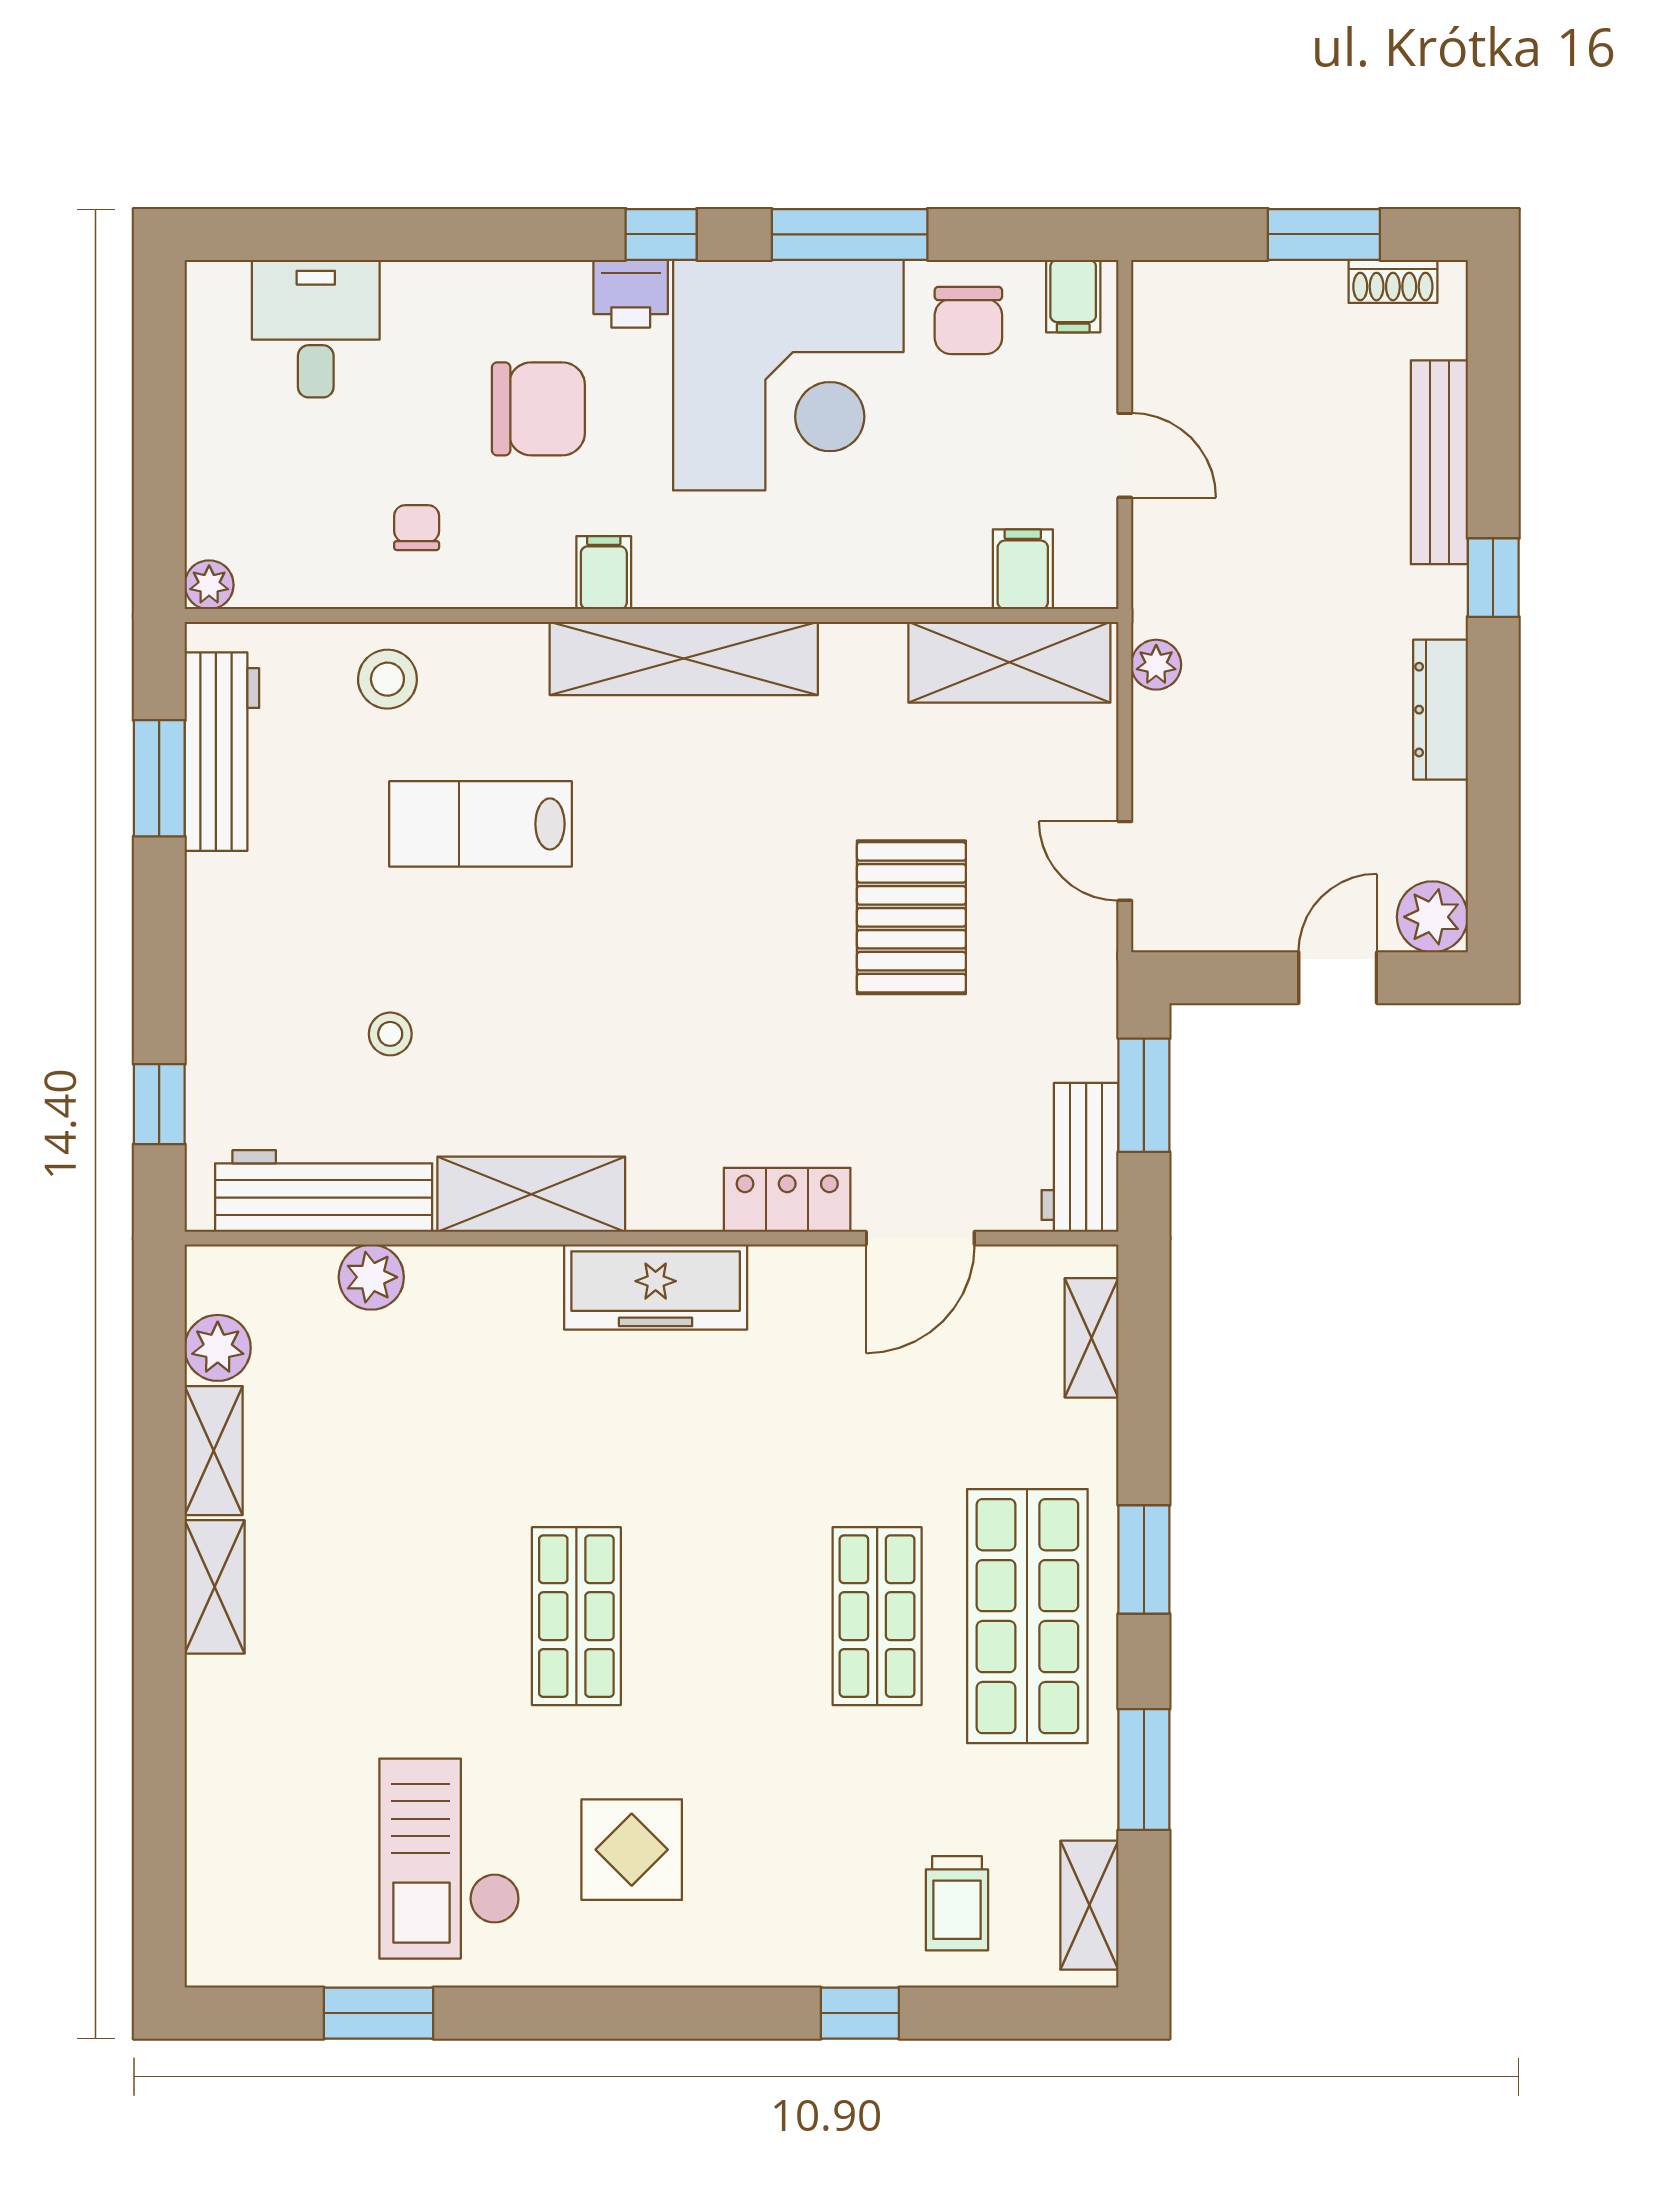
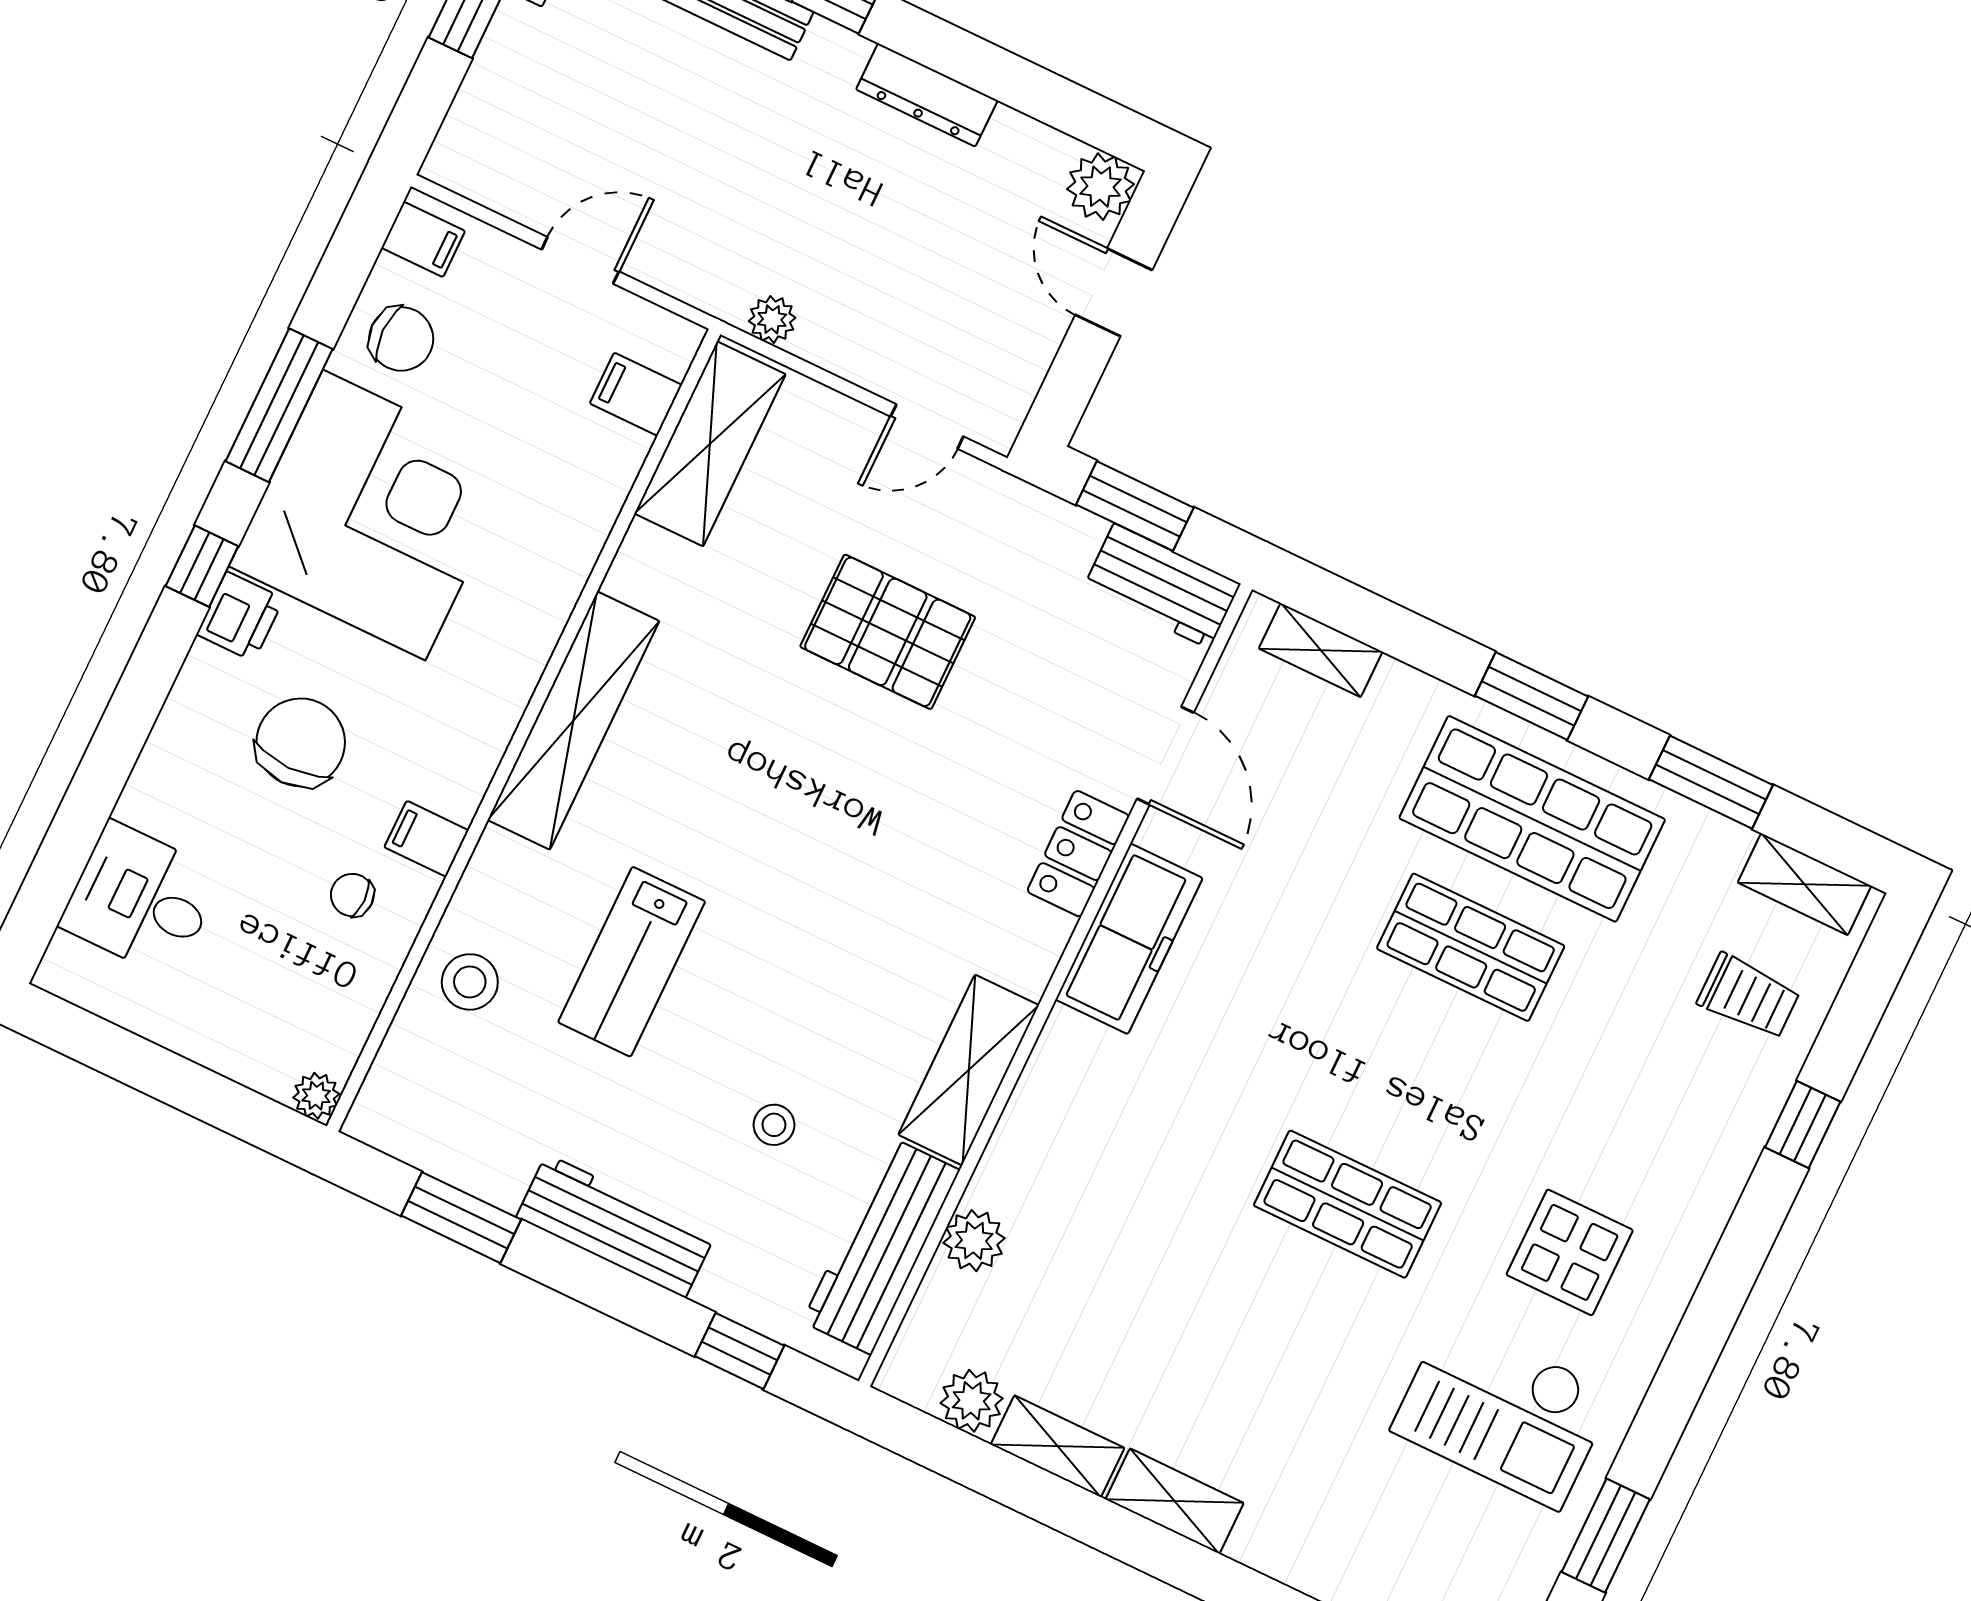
filing cabinet: (604, 573) -> (427, 839), moved
workbench: (222, 752) -> (616, 1226), moved
freezer: (656, 1287) -> (1129, 939), moved

